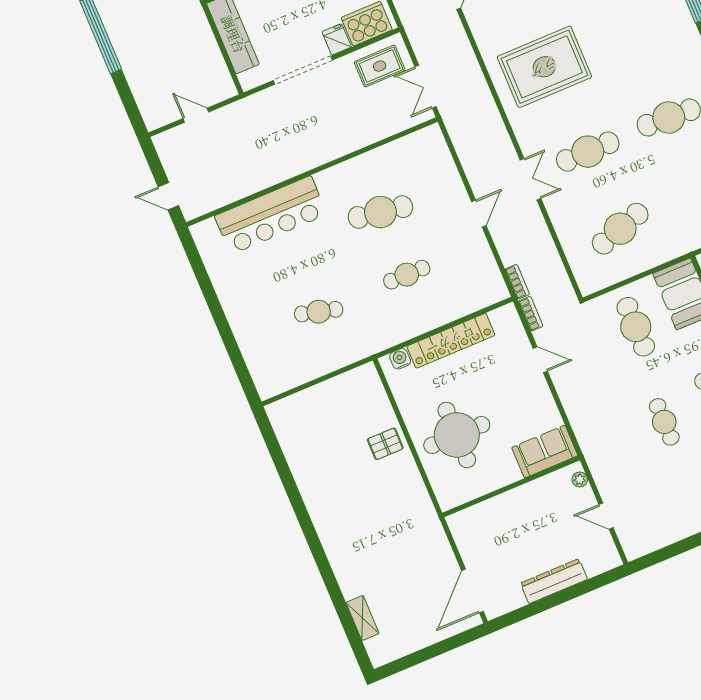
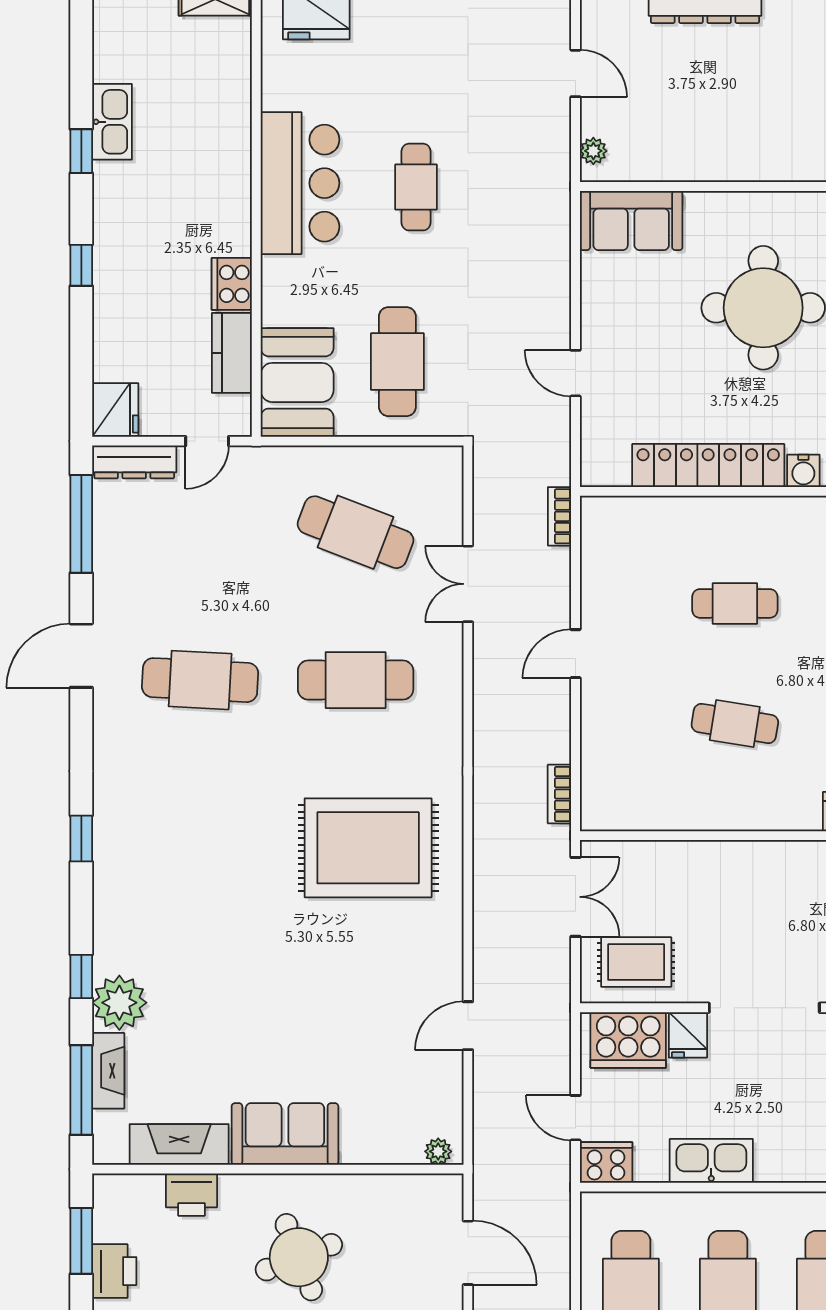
double door: (530, 179) -> (468, 584), moved
cafe table: (380, 212) -> (735, 723), width x0.73, depth x0.74
cafe table: (620, 229) -> (356, 532), turned 39
bookcase: (531, 314) -> (559, 794), moved

